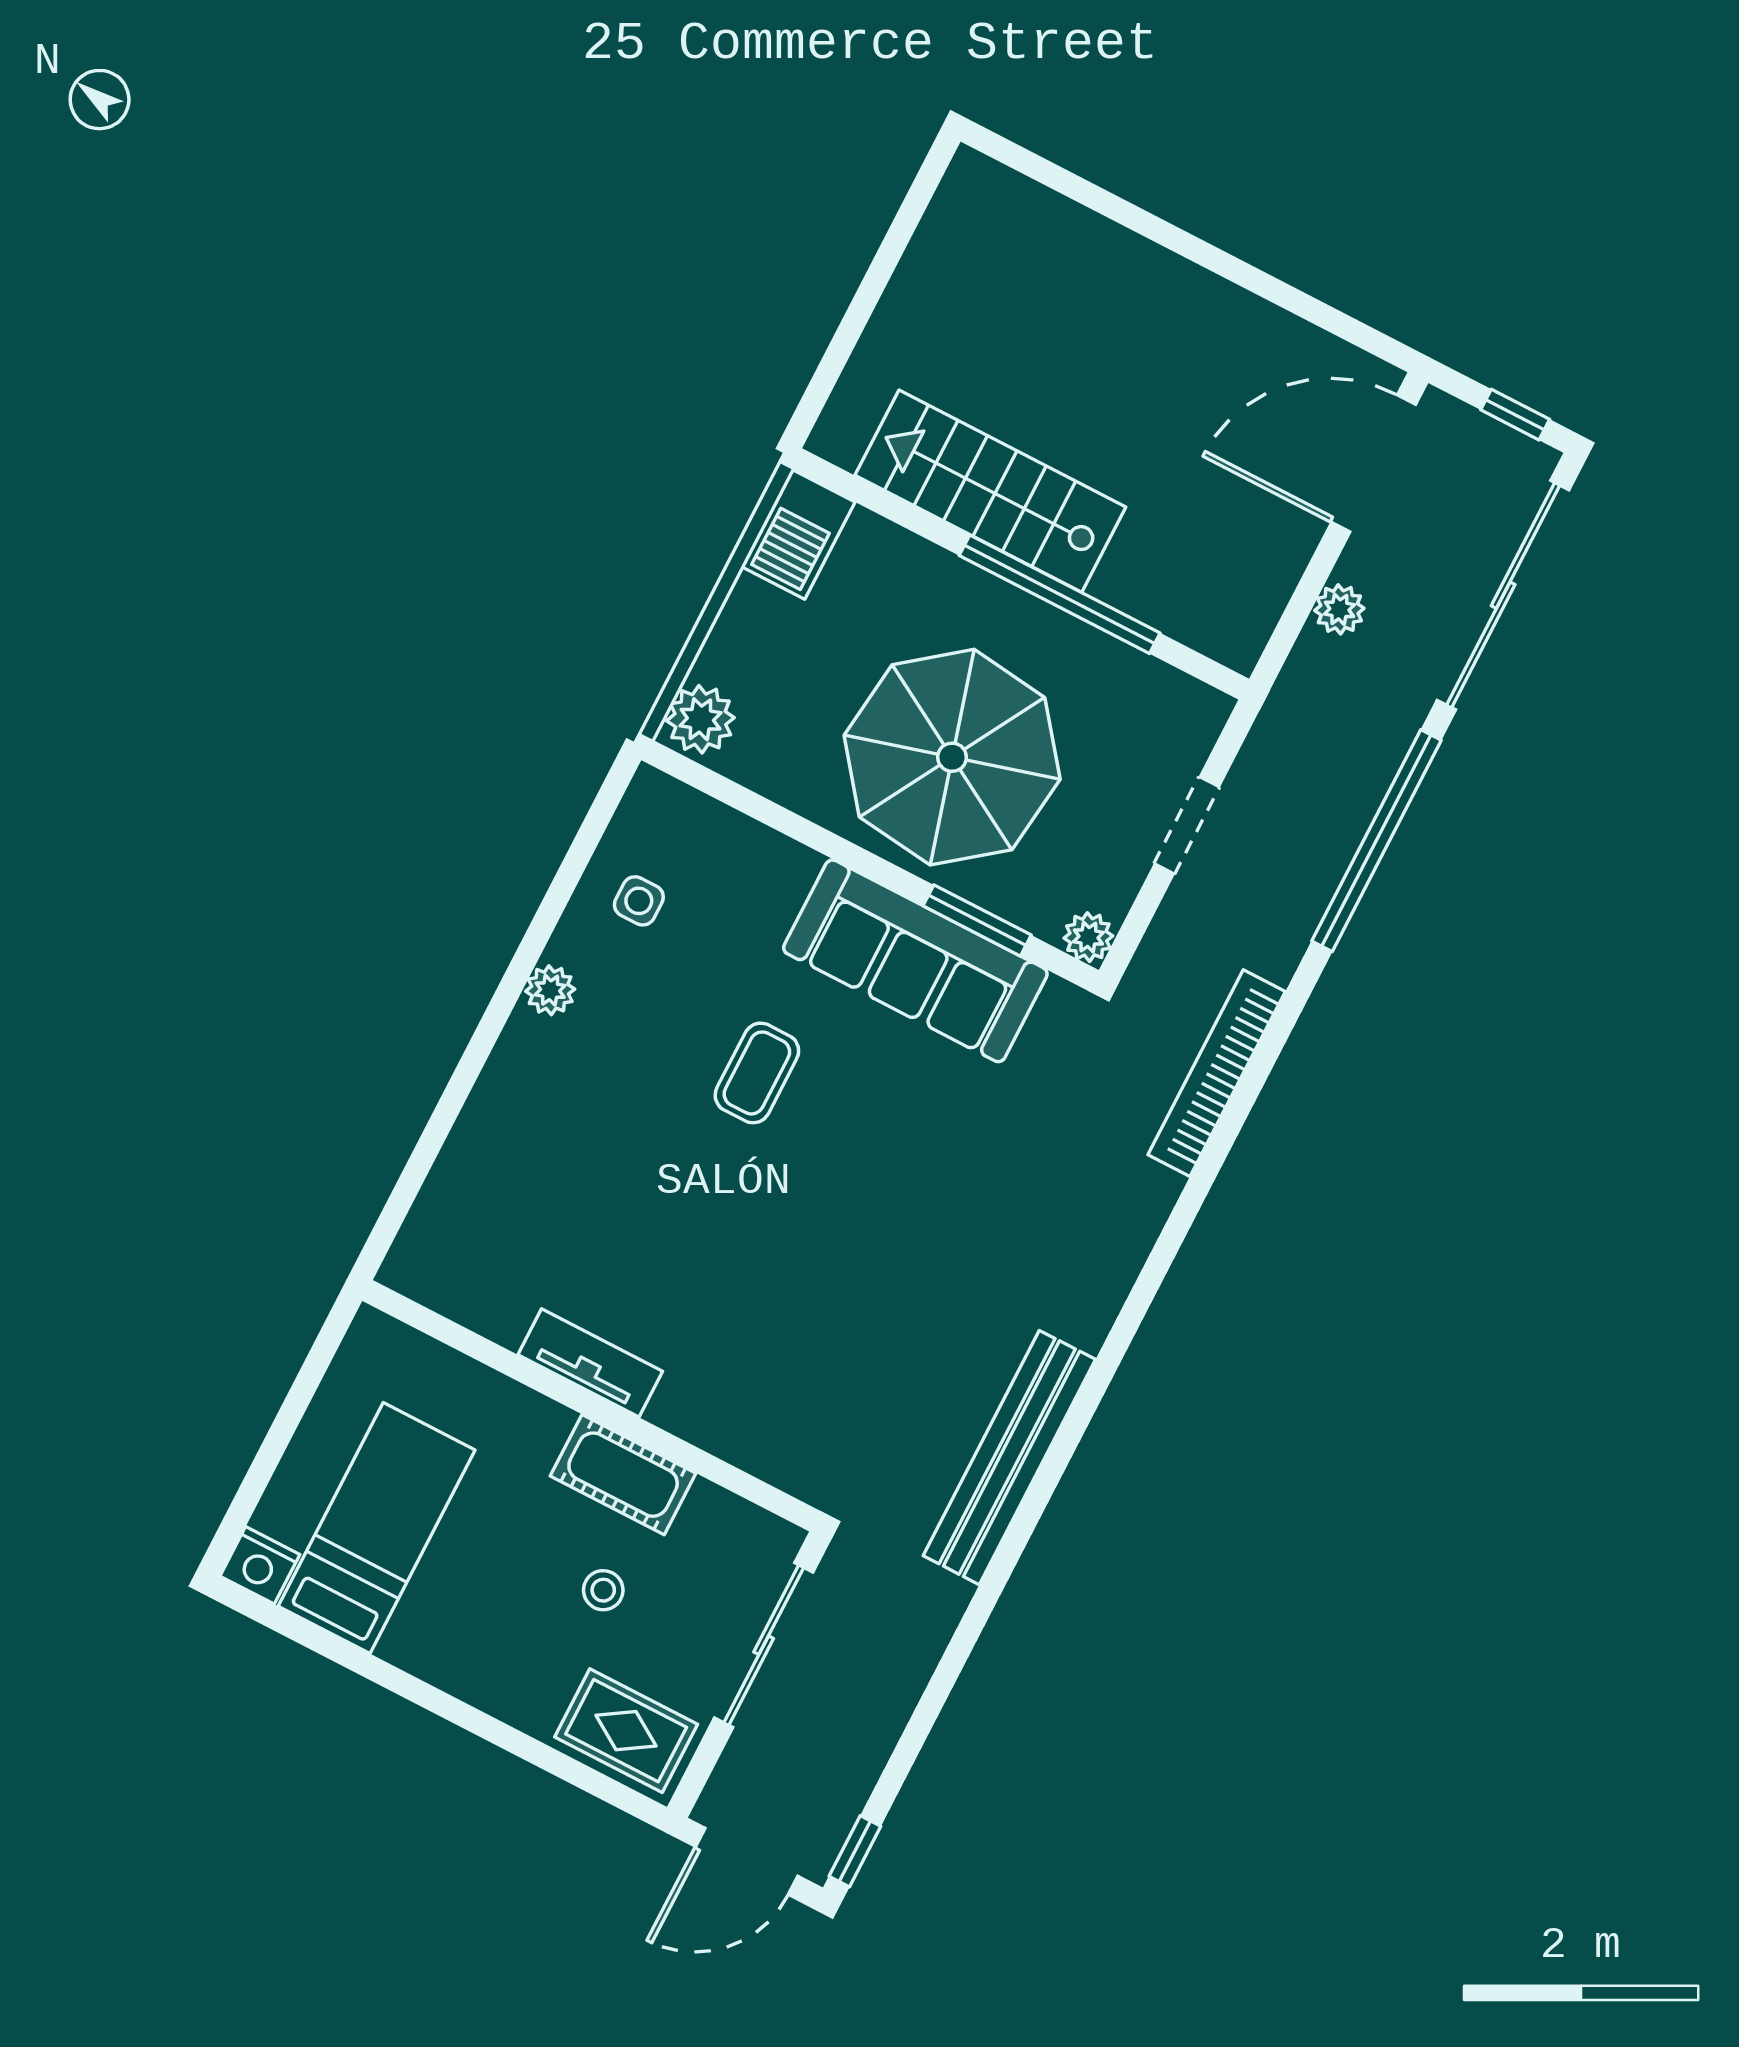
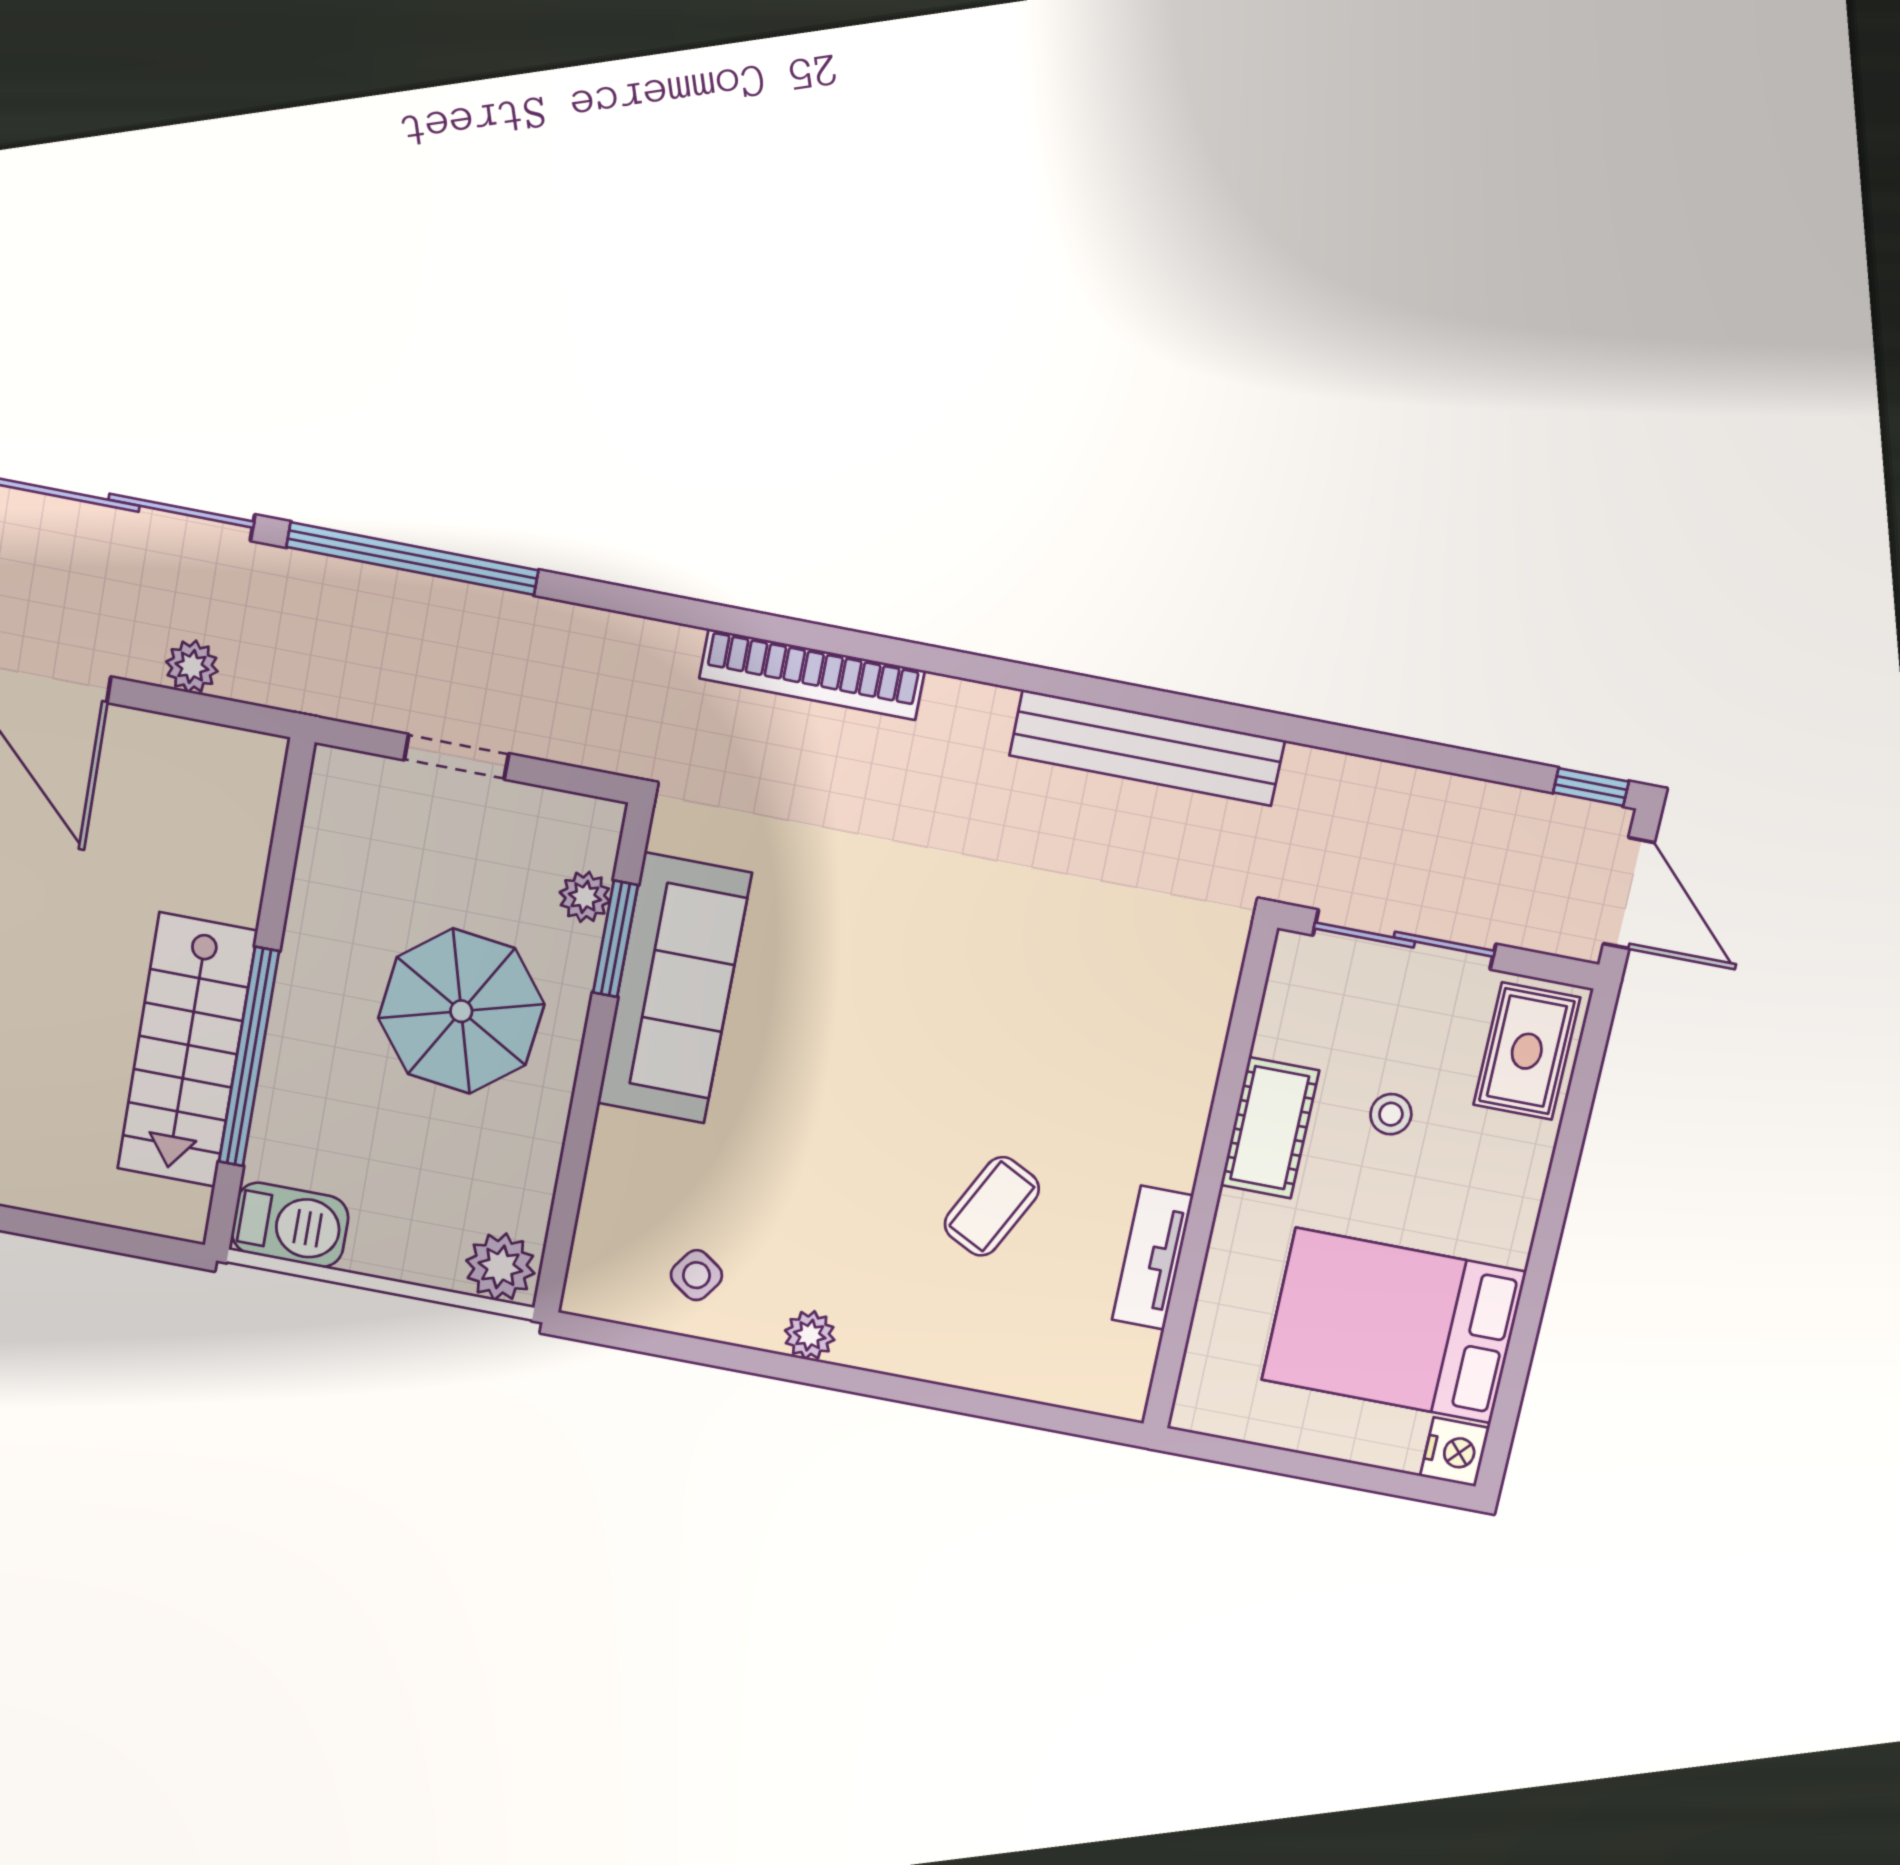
window: (1060, 594) -> (249, 1057), moved
parasol: (952, 757) -> (461, 1011), width x0.73, depth x0.73
side table: (639, 901) -> (696, 1275), turned 35
plant: (1088, 937) -> (585, 897), moved
coffee table: (757, 1073) -> (992, 1206), moved, turned -63
bookcase: (1217, 1073) -> (812, 675), moved
tv unit: (590, 1363) -> (1153, 1258), moved
bed: (377, 1528) -> (1394, 1326), width x1.50

